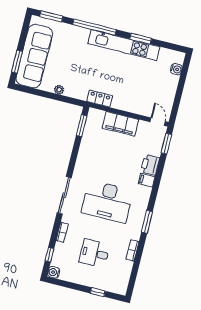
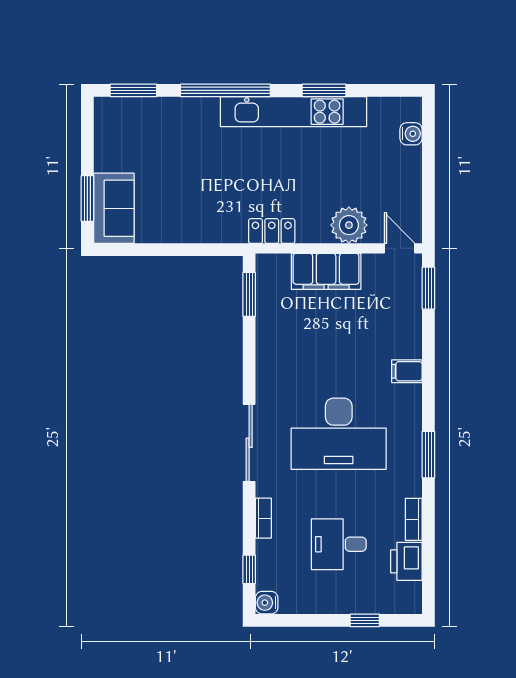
sofa: (34, 56) -> (114, 208), width x0.54, depth x0.79
plant: (59, 90) -> (349, 225), moved, width x1.88, depth x1.88
printer: (150, 165) -> (406, 561), moved

